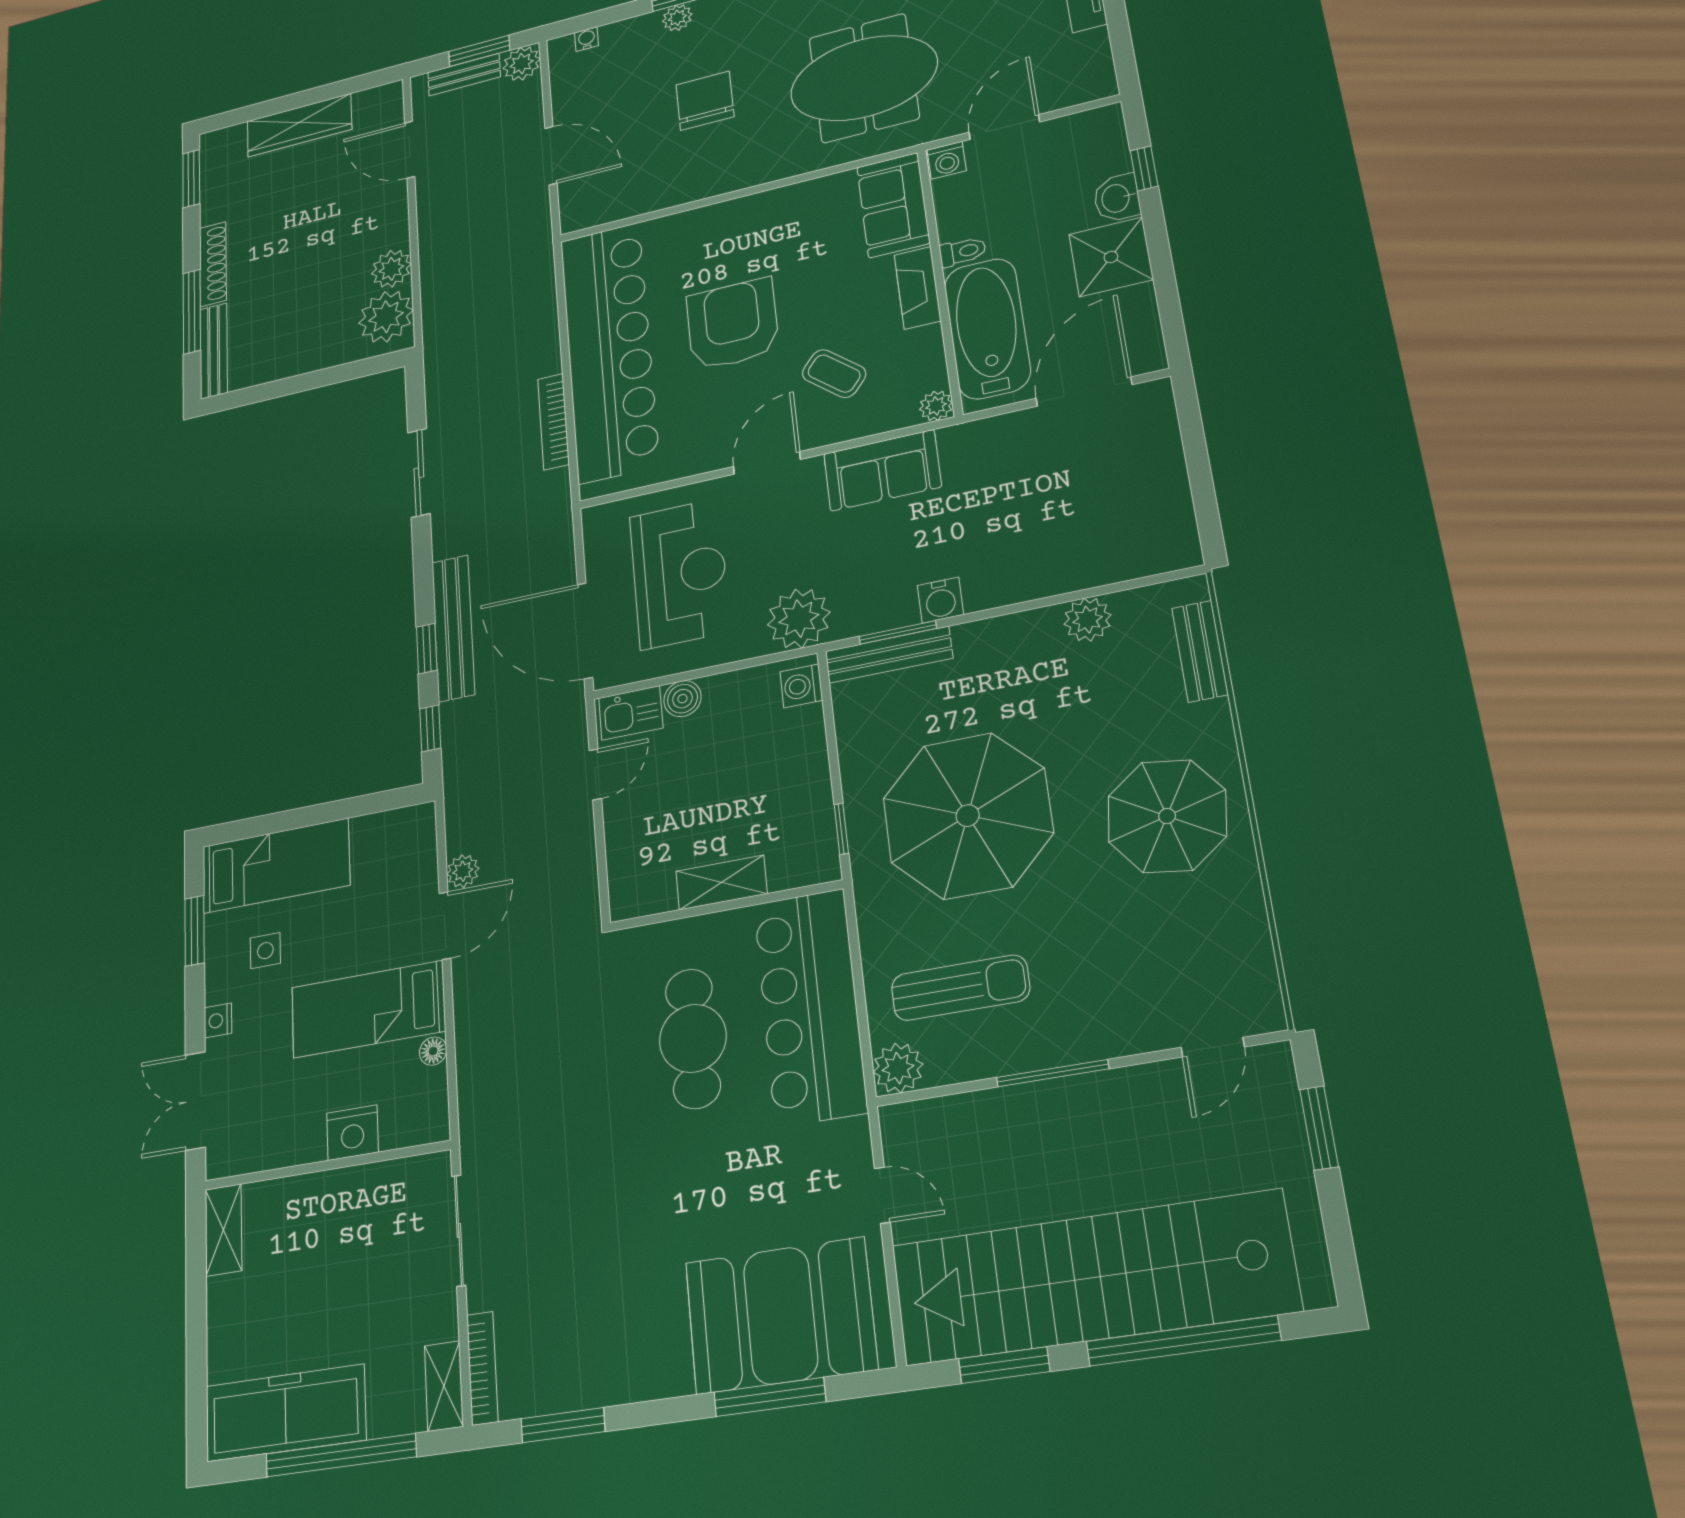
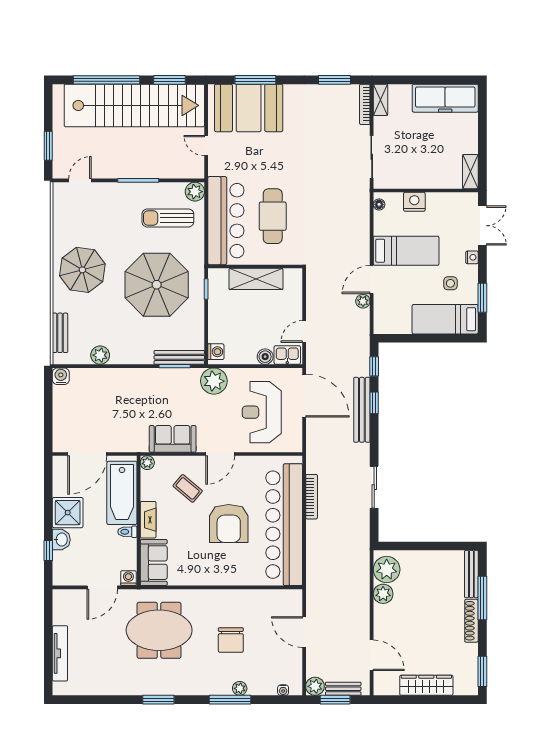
water cooler: (940, 600) -> (61, 376), moved
shelving: (721, 882) -> (256, 279), width x1.50, depth x1.33
floor lamp: (433, 1051) -> (379, 204), moved
window: (341, 1455) -> (423, 80), removed

